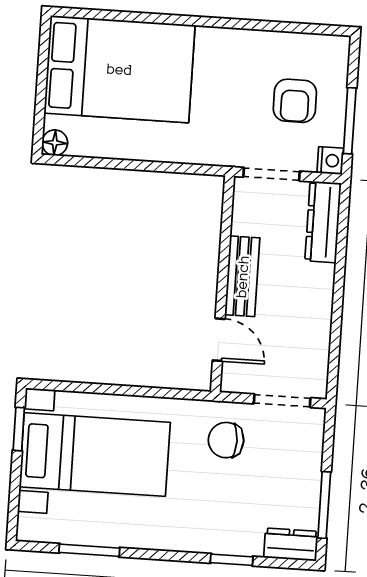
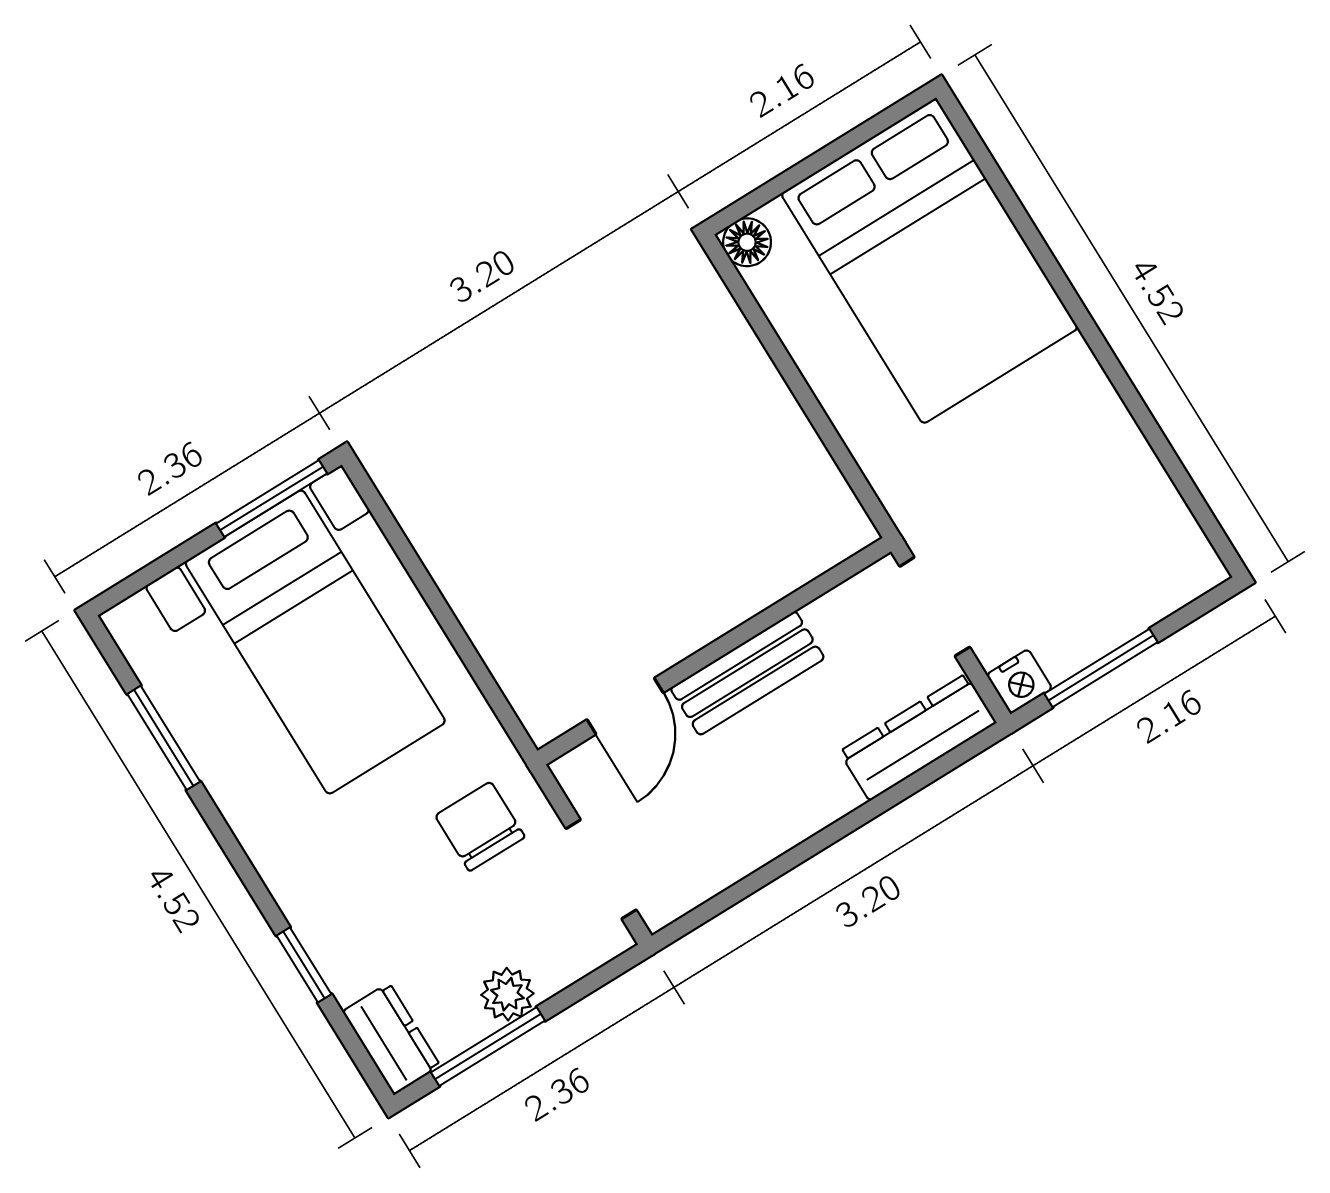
armchair: (295, 101) -> (1072, 563), removed
window: (19, 429) -> (272, 498), width x1.50
plant: (307, 480) -> (507, 994), added

